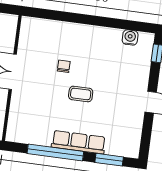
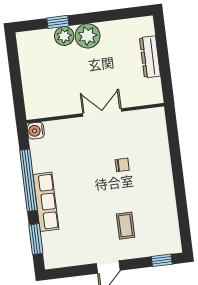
water cooler: (130, 37) -> (36, 131), moved, turned 180
coffee table: (81, 94) -> (126, 226), moved

